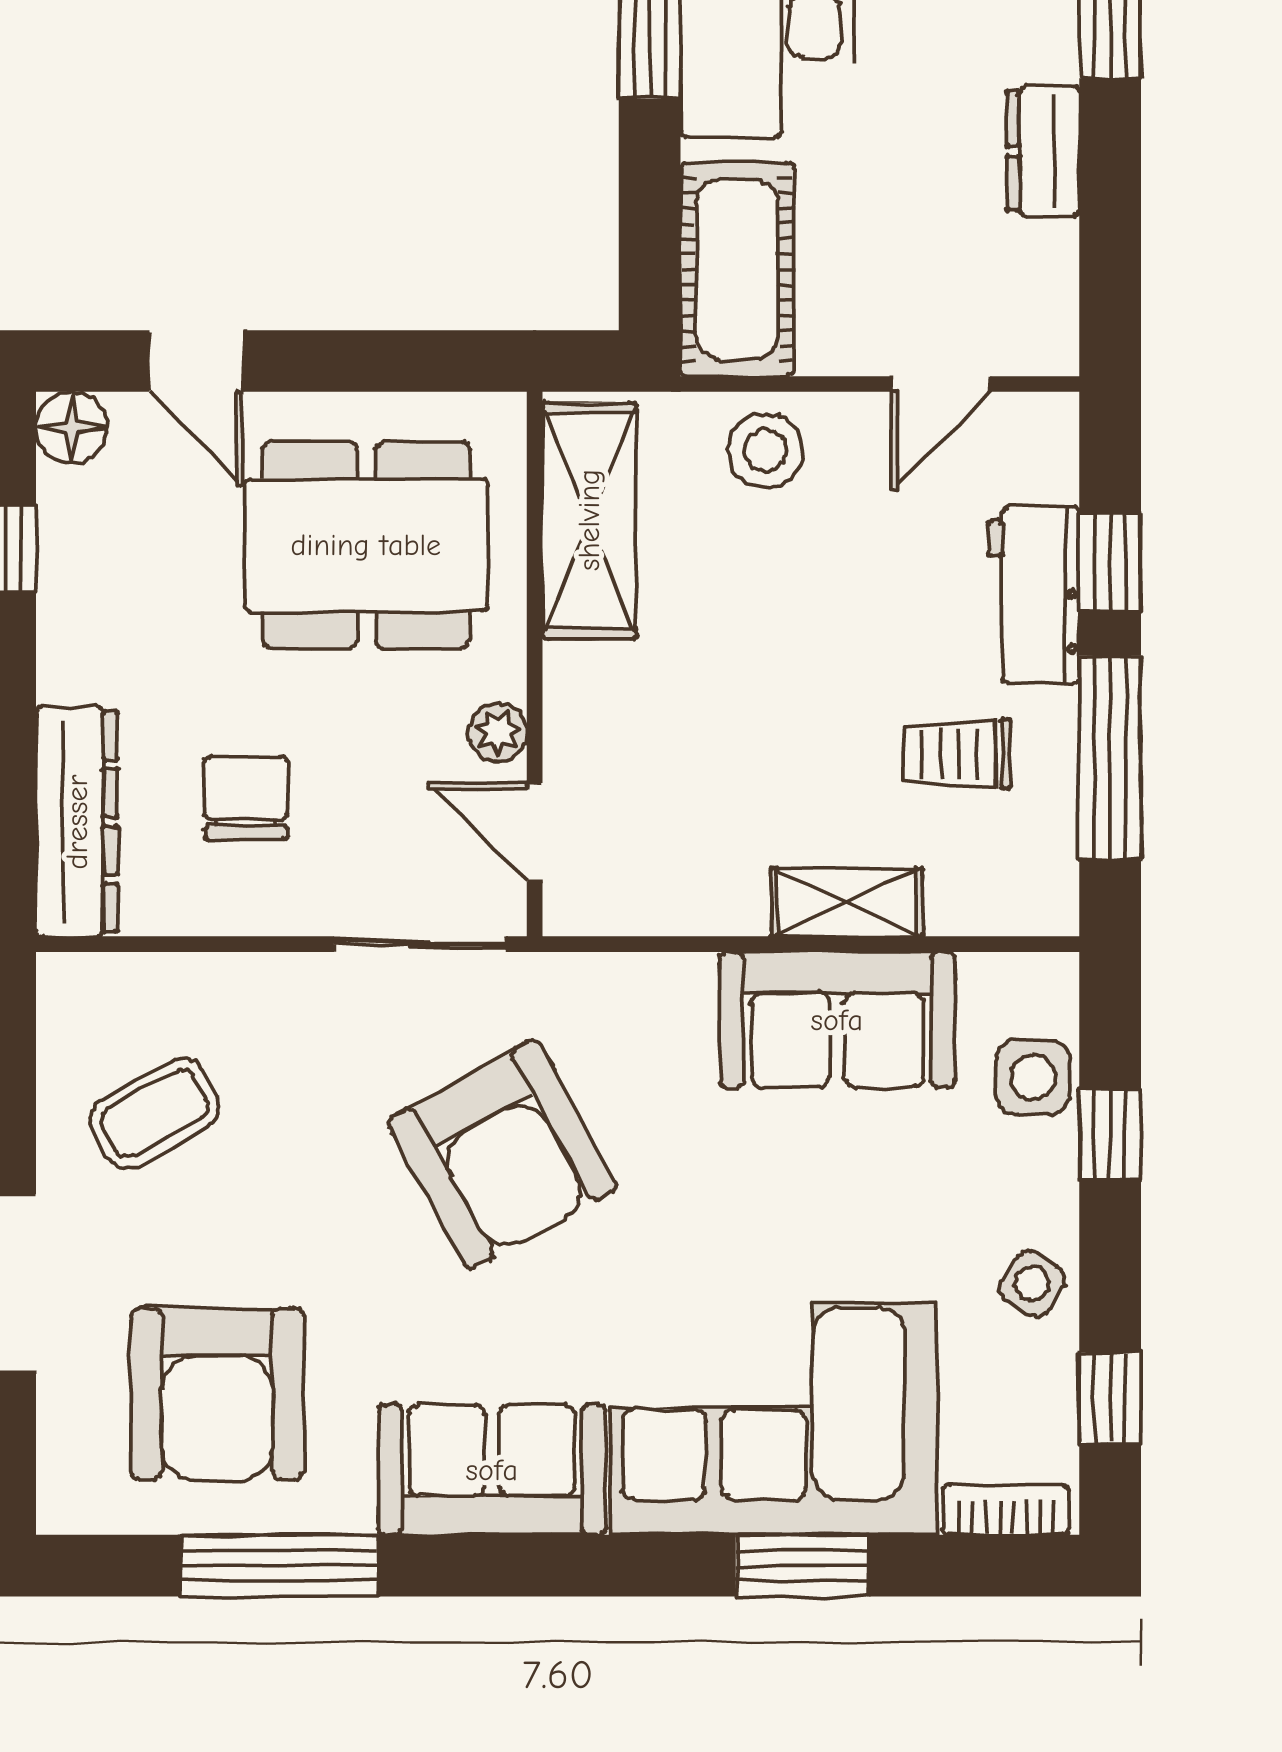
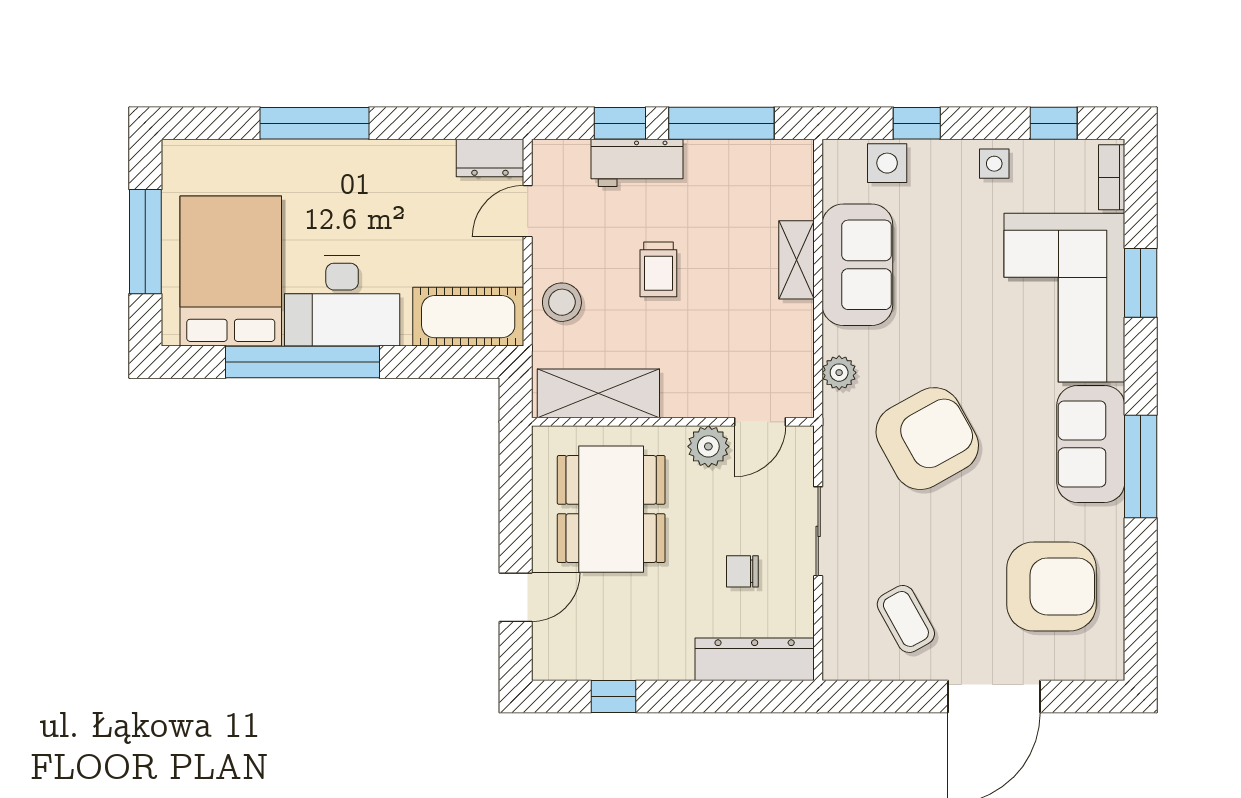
dresser: (1043, 151) -> (490, 158), moved
door: (941, 384) -> (528, 211), swing flipped
floor lamp: (72, 427) -> (550, 662), removed
plant: (498, 732) -> (708, 446), width x1.38, depth x1.38
trolley: (957, 754) -> (658, 269), moved
chair: (246, 798) -> (742, 571), width x0.73, depth x0.73
sliding door: (420, 944) -> (818, 531), moved
plant: (629, 984) -> (839, 373), added
side table: (1032, 1283) -> (994, 164), turned -32
window: (279, 1566) -> (1141, 467), moved

